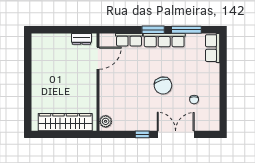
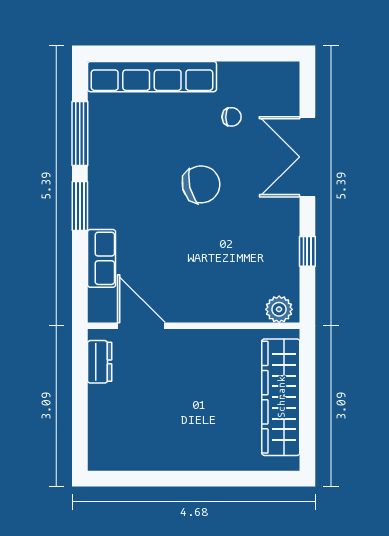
row of seats: (164, 40) -> (102, 182), removed
row of seats: (213, 48) -> (152, 77), width x2.02
window: (142, 134) -> (307, 251), moved

